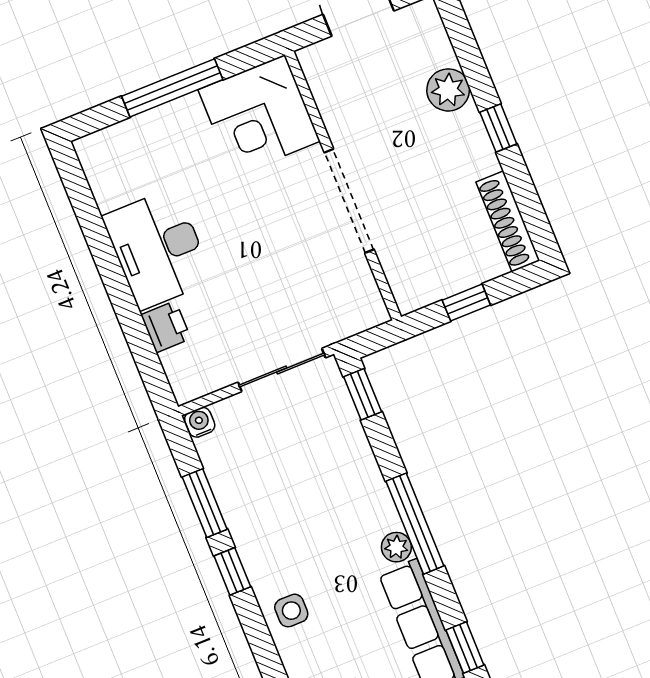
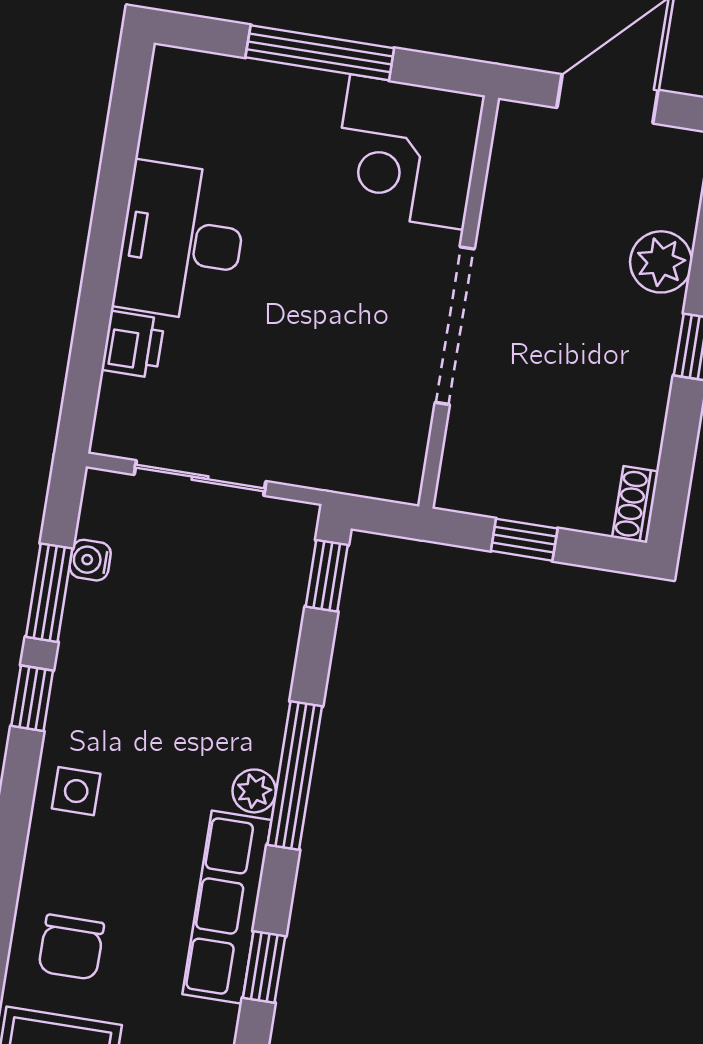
shoe rack: (508, 221) -> (635, 504), width x0.51, depth x0.81
sliding door: (282, 370) -> (200, 478), moved
water cooler: (200, 422) -> (90, 560), moved, turned -90

